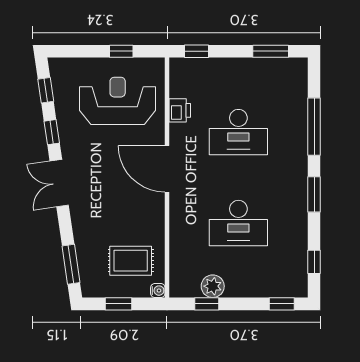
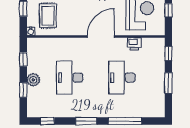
window: (271, 51) -> (168, 83), moved
plant: (213, 286) -> (33, 80), moved
window: (282, 304) -> (23, 90), moved

